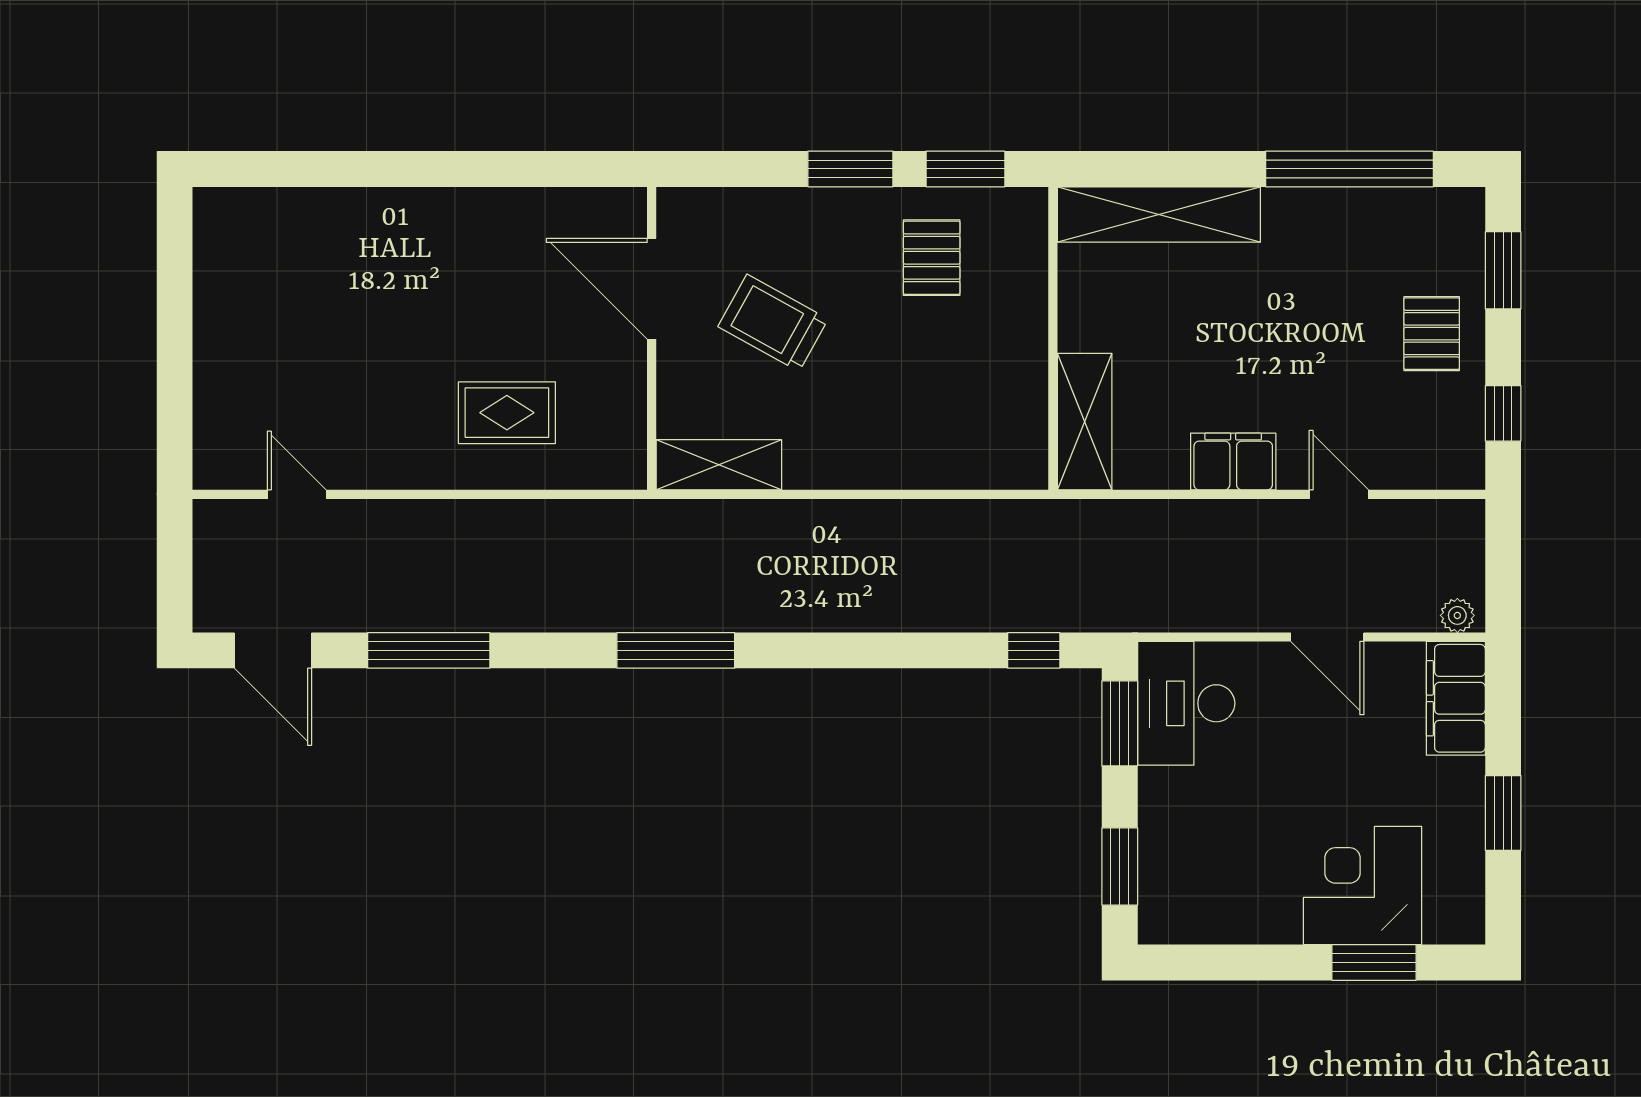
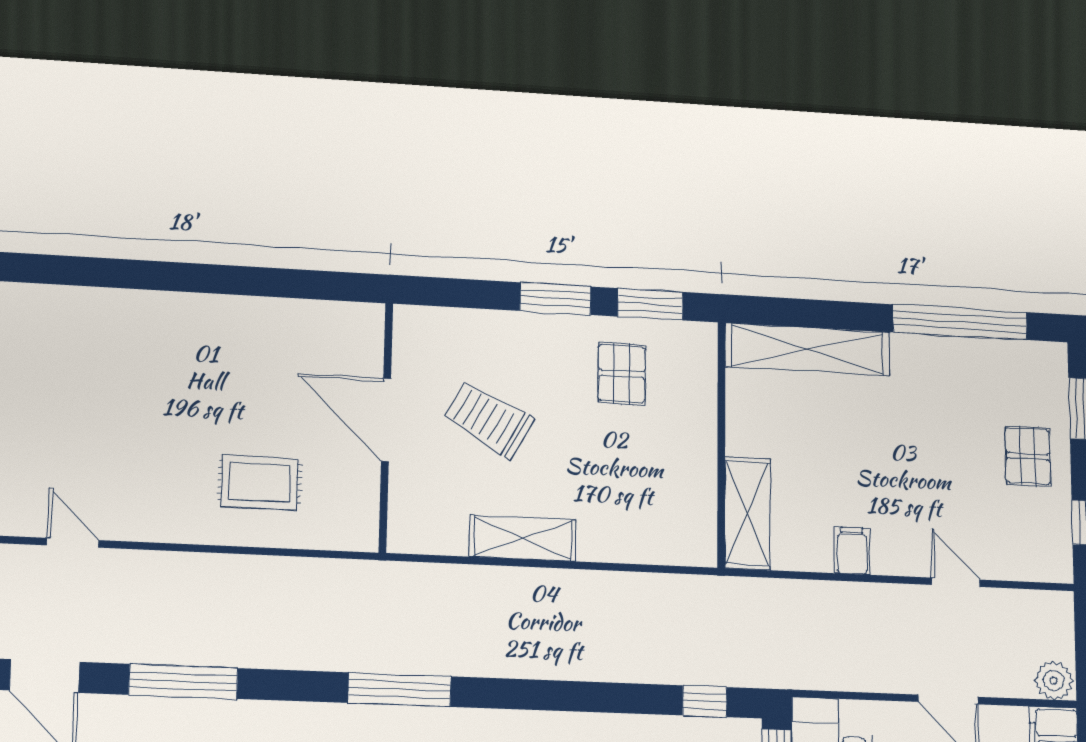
door: (652, 289) -> (386, 420), moved
filing cabinet: (1233, 461) -> (852, 551), width x0.50
shelving: (719, 465) -> (523, 538), moved
plant: (1457, 615) -> (1054, 680), width x1.38, depth x1.38

